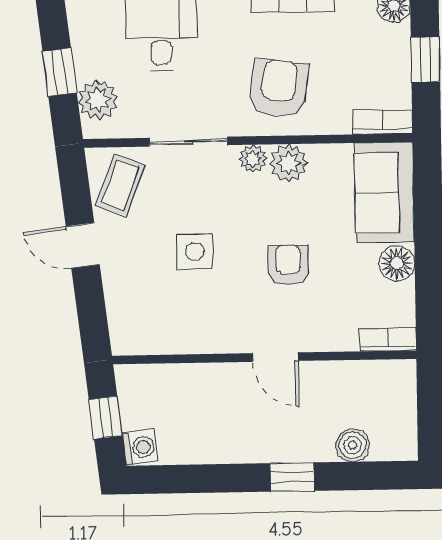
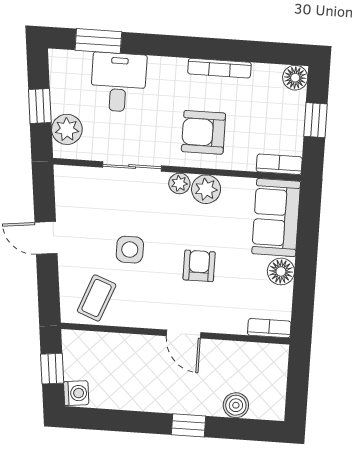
armchair: (279, 88) -> (203, 132), turned -97
coffee table: (120, 185) -> (97, 298), moved

